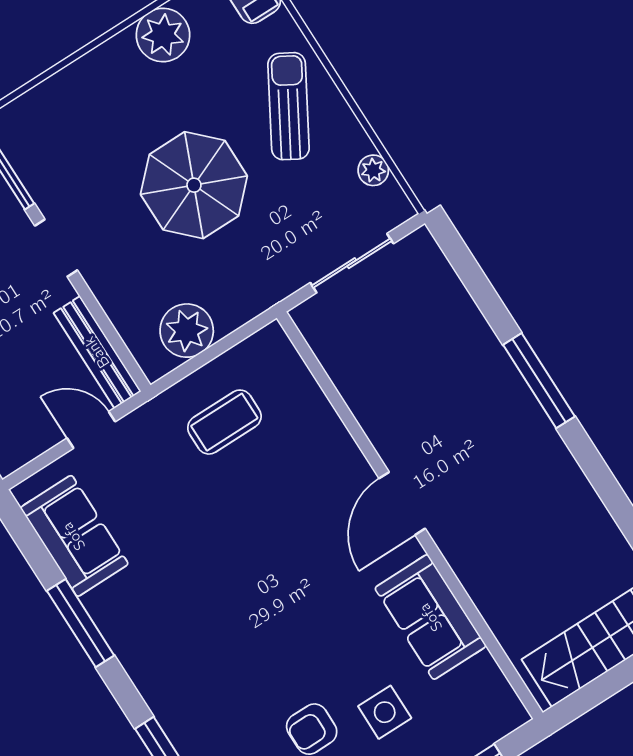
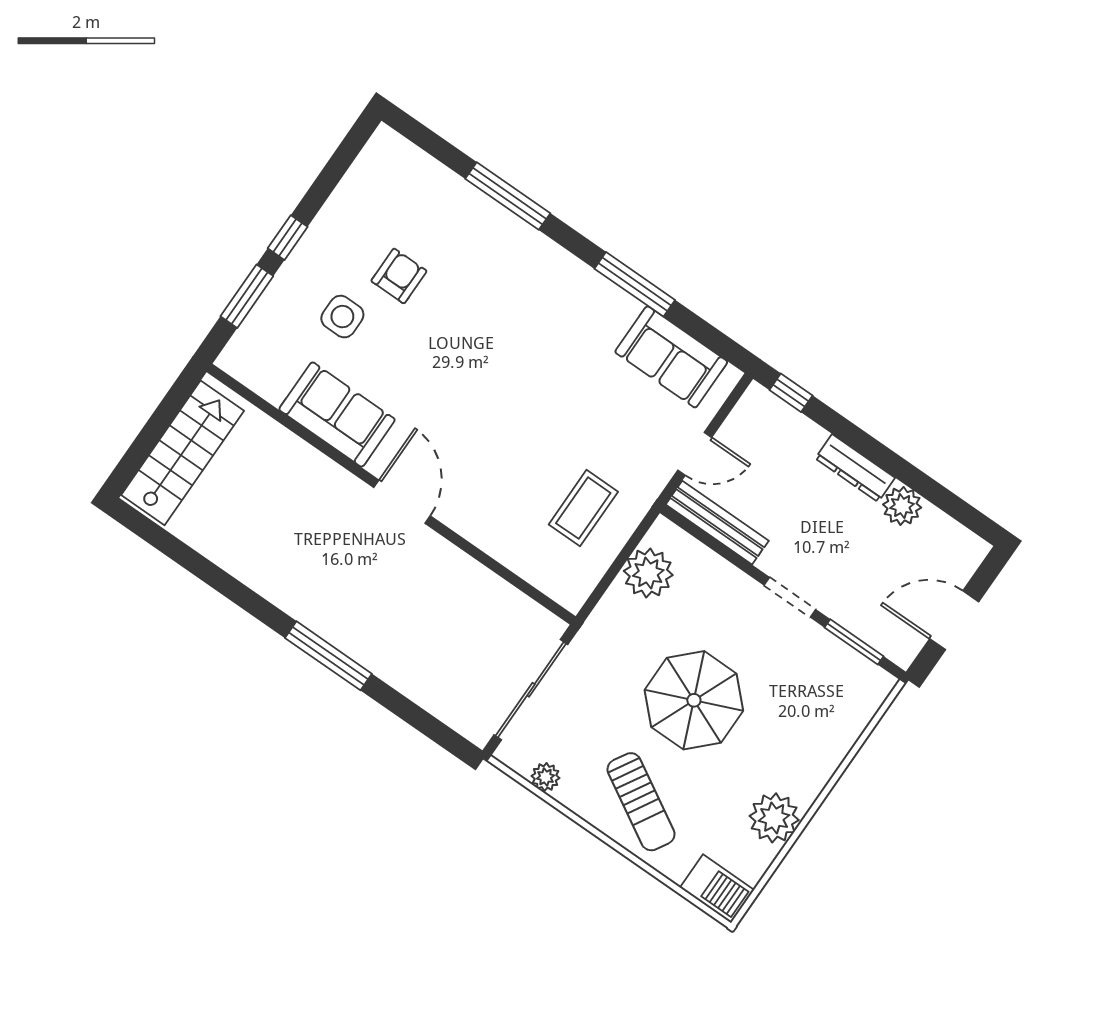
sliding door: (352, 263) -> (531, 690), width x1.37

